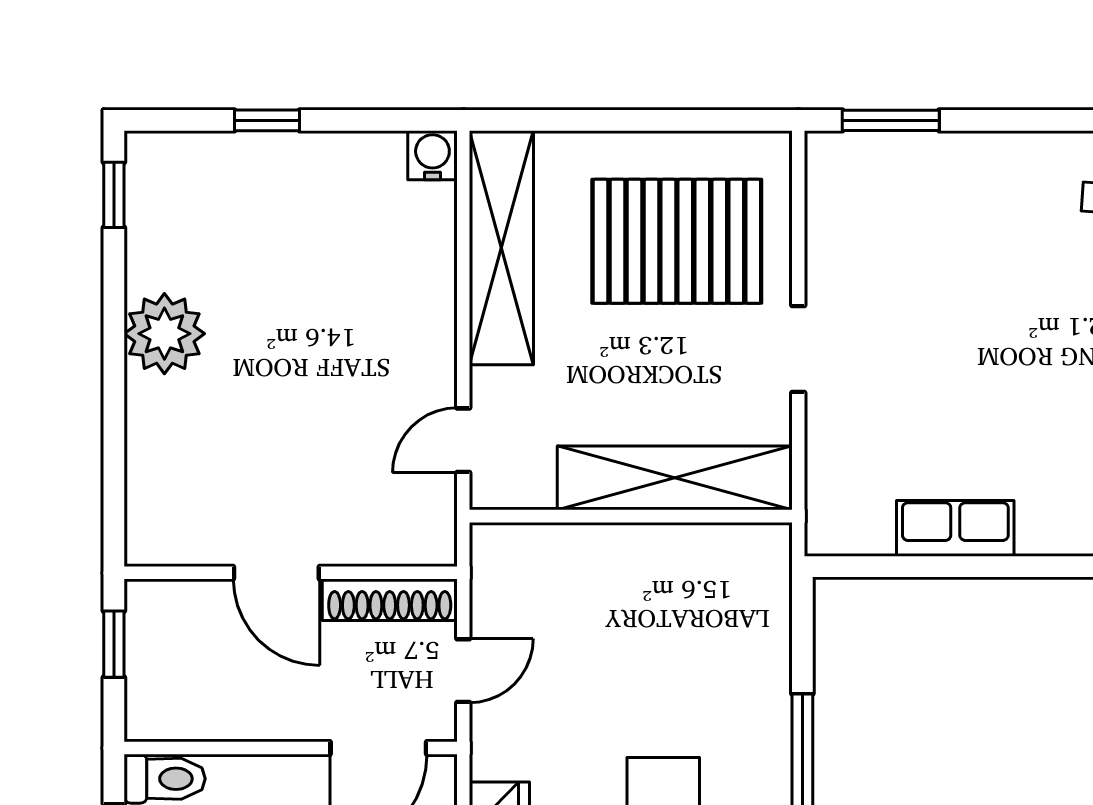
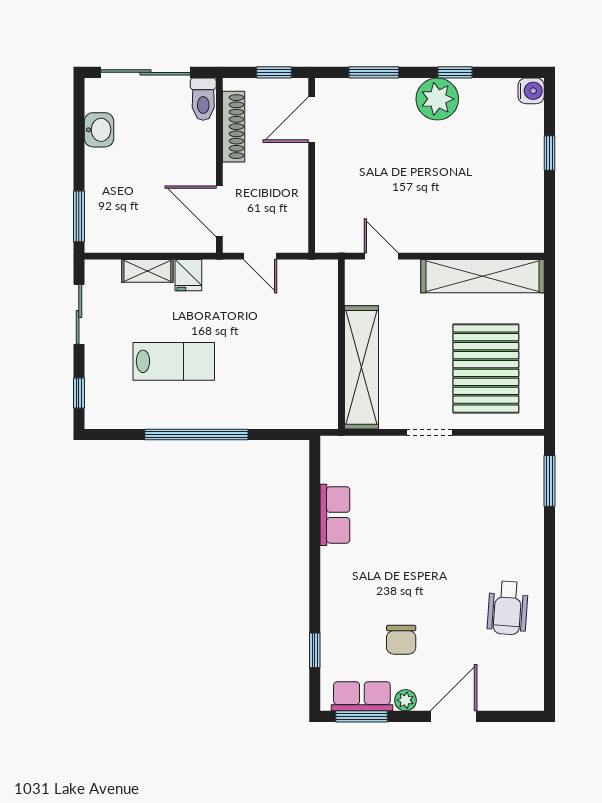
water cooler: (432, 155) -> (531, 91), moved
window: (114, 195) -> (455, 72), moved
window: (114, 454) -> (374, 72), added
door: (276, 573) -> (312, 120), moved
shoe rack: (390, 600) -> (234, 127), moved, turned 180

